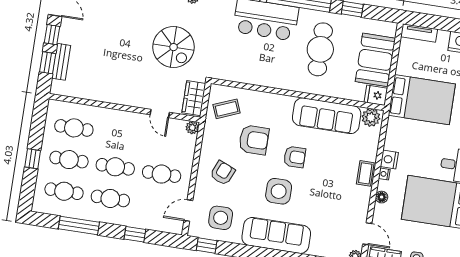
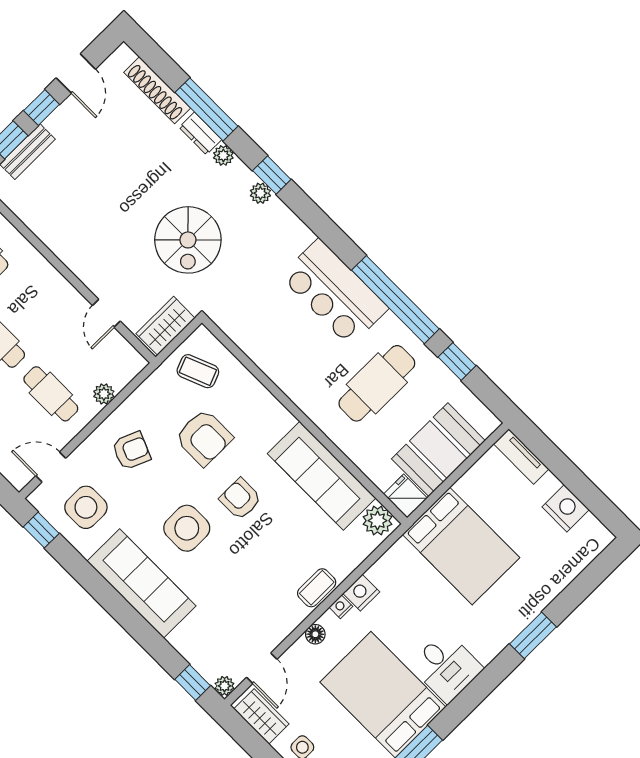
plant: (192, 128) -> (104, 394), moved
armchair: (295, 157) -> (240, 499), turned 180

